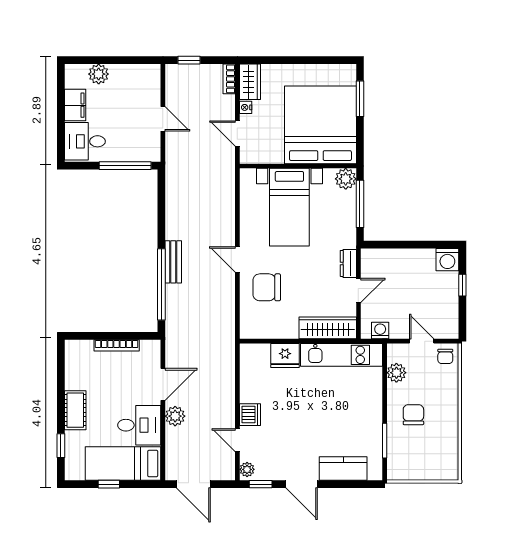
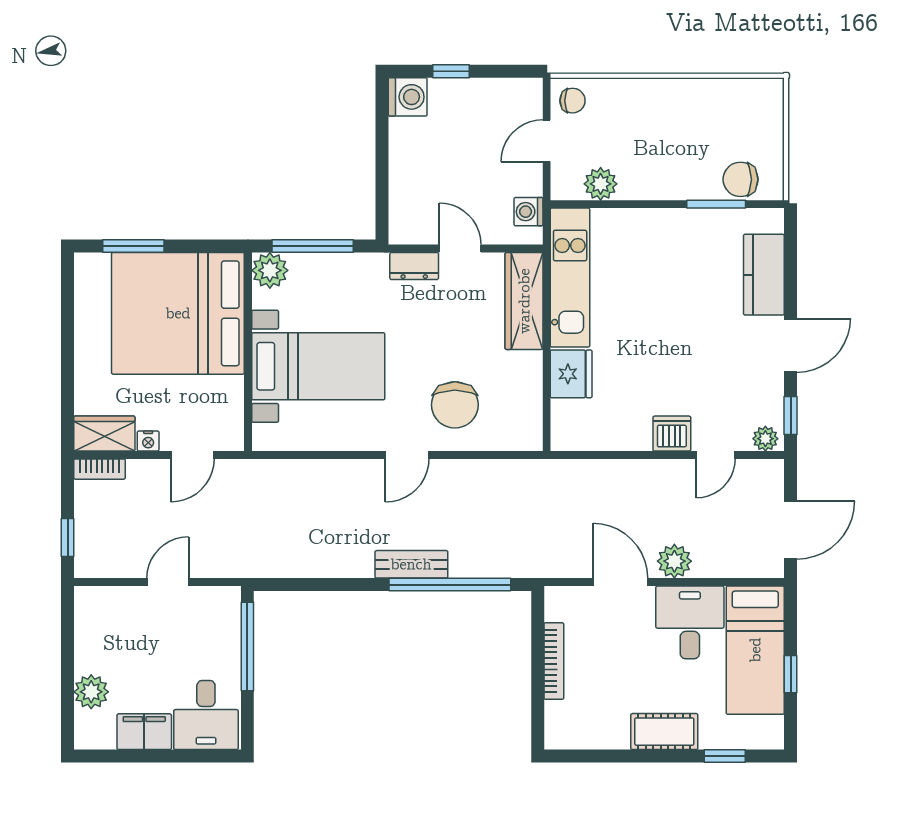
chair: (413, 415) -> (741, 179), moved

